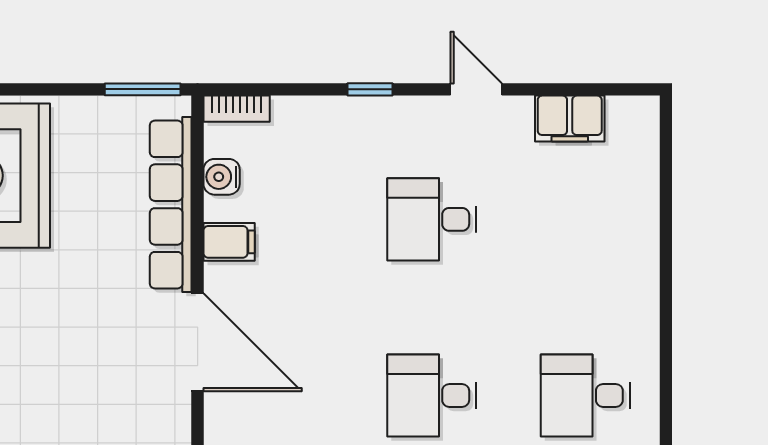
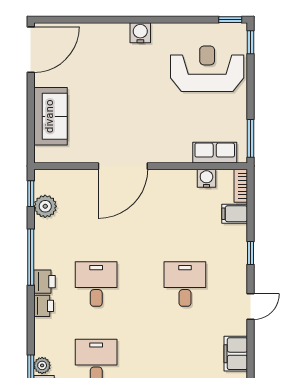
row of seats: (171, 205) -> (215, 153), width x0.50
filing cabinet: (229, 242) -> (235, 214), moved, turned 90

